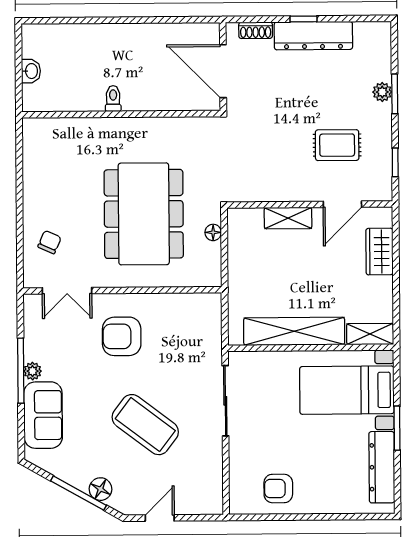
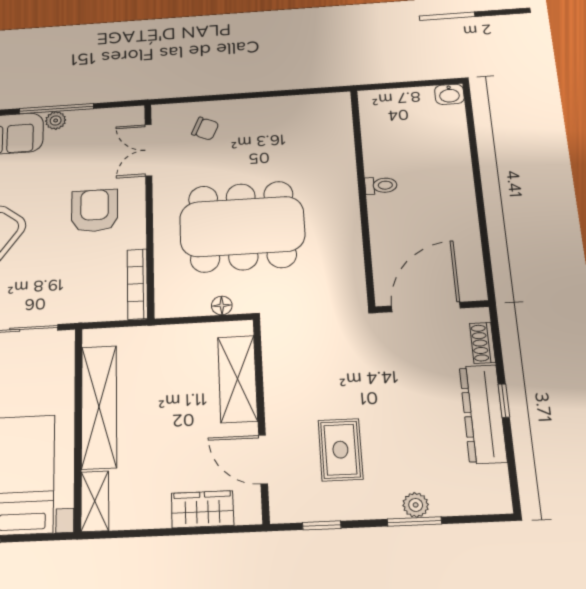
washbasin: (31, 71) -> (449, 94), moved
shelving: (288, 218) -> (237, 379), width x1.50, depth x1.33
bookcase: (190, 301) -> (137, 284), added

